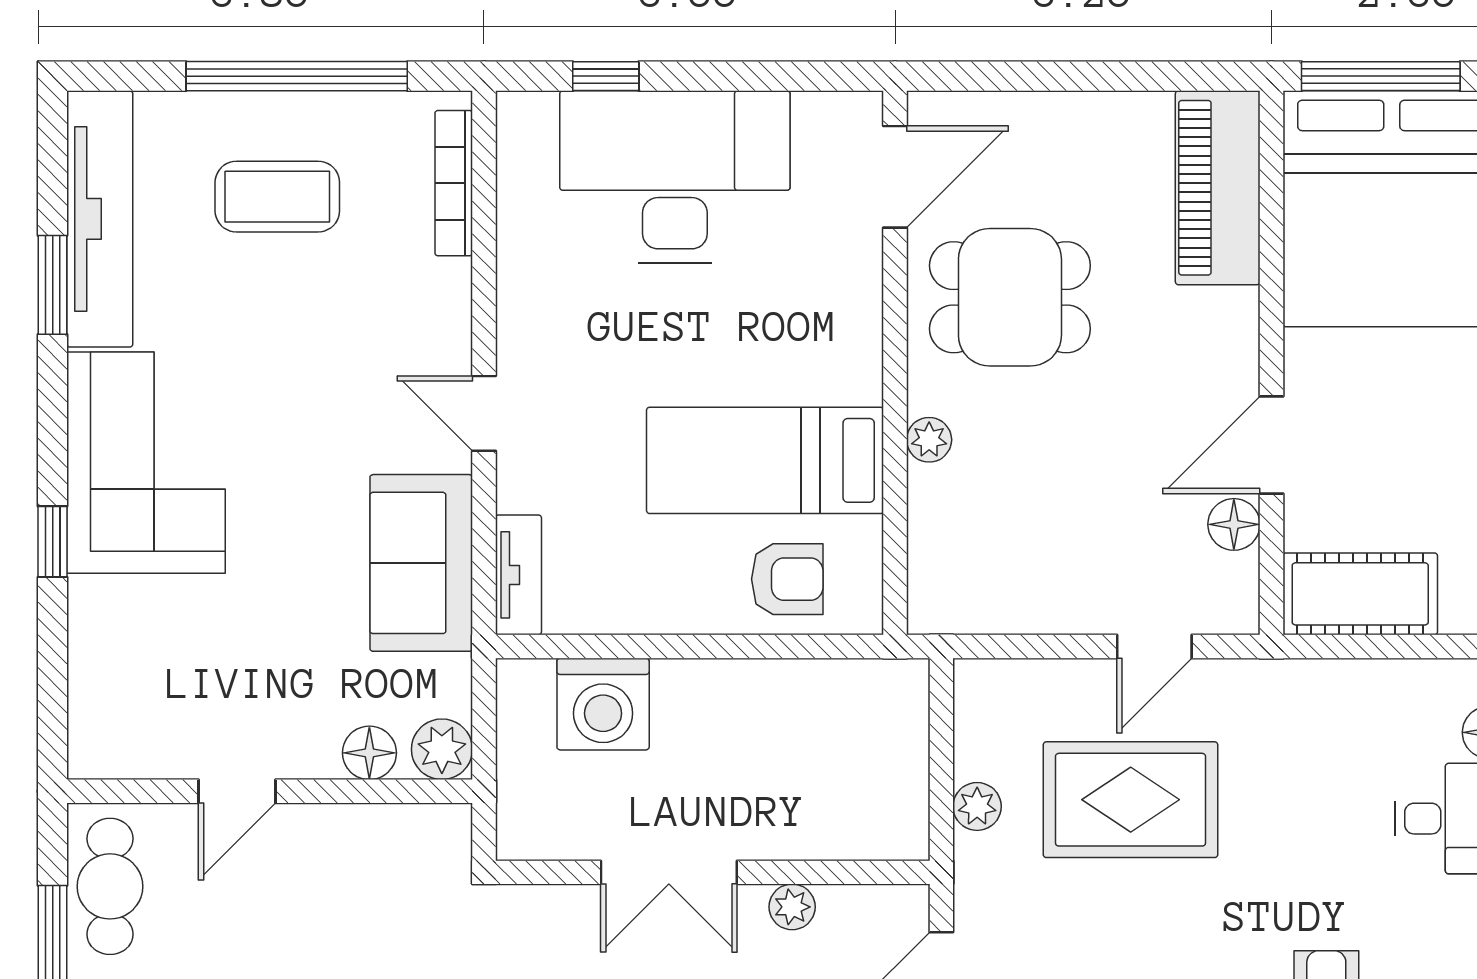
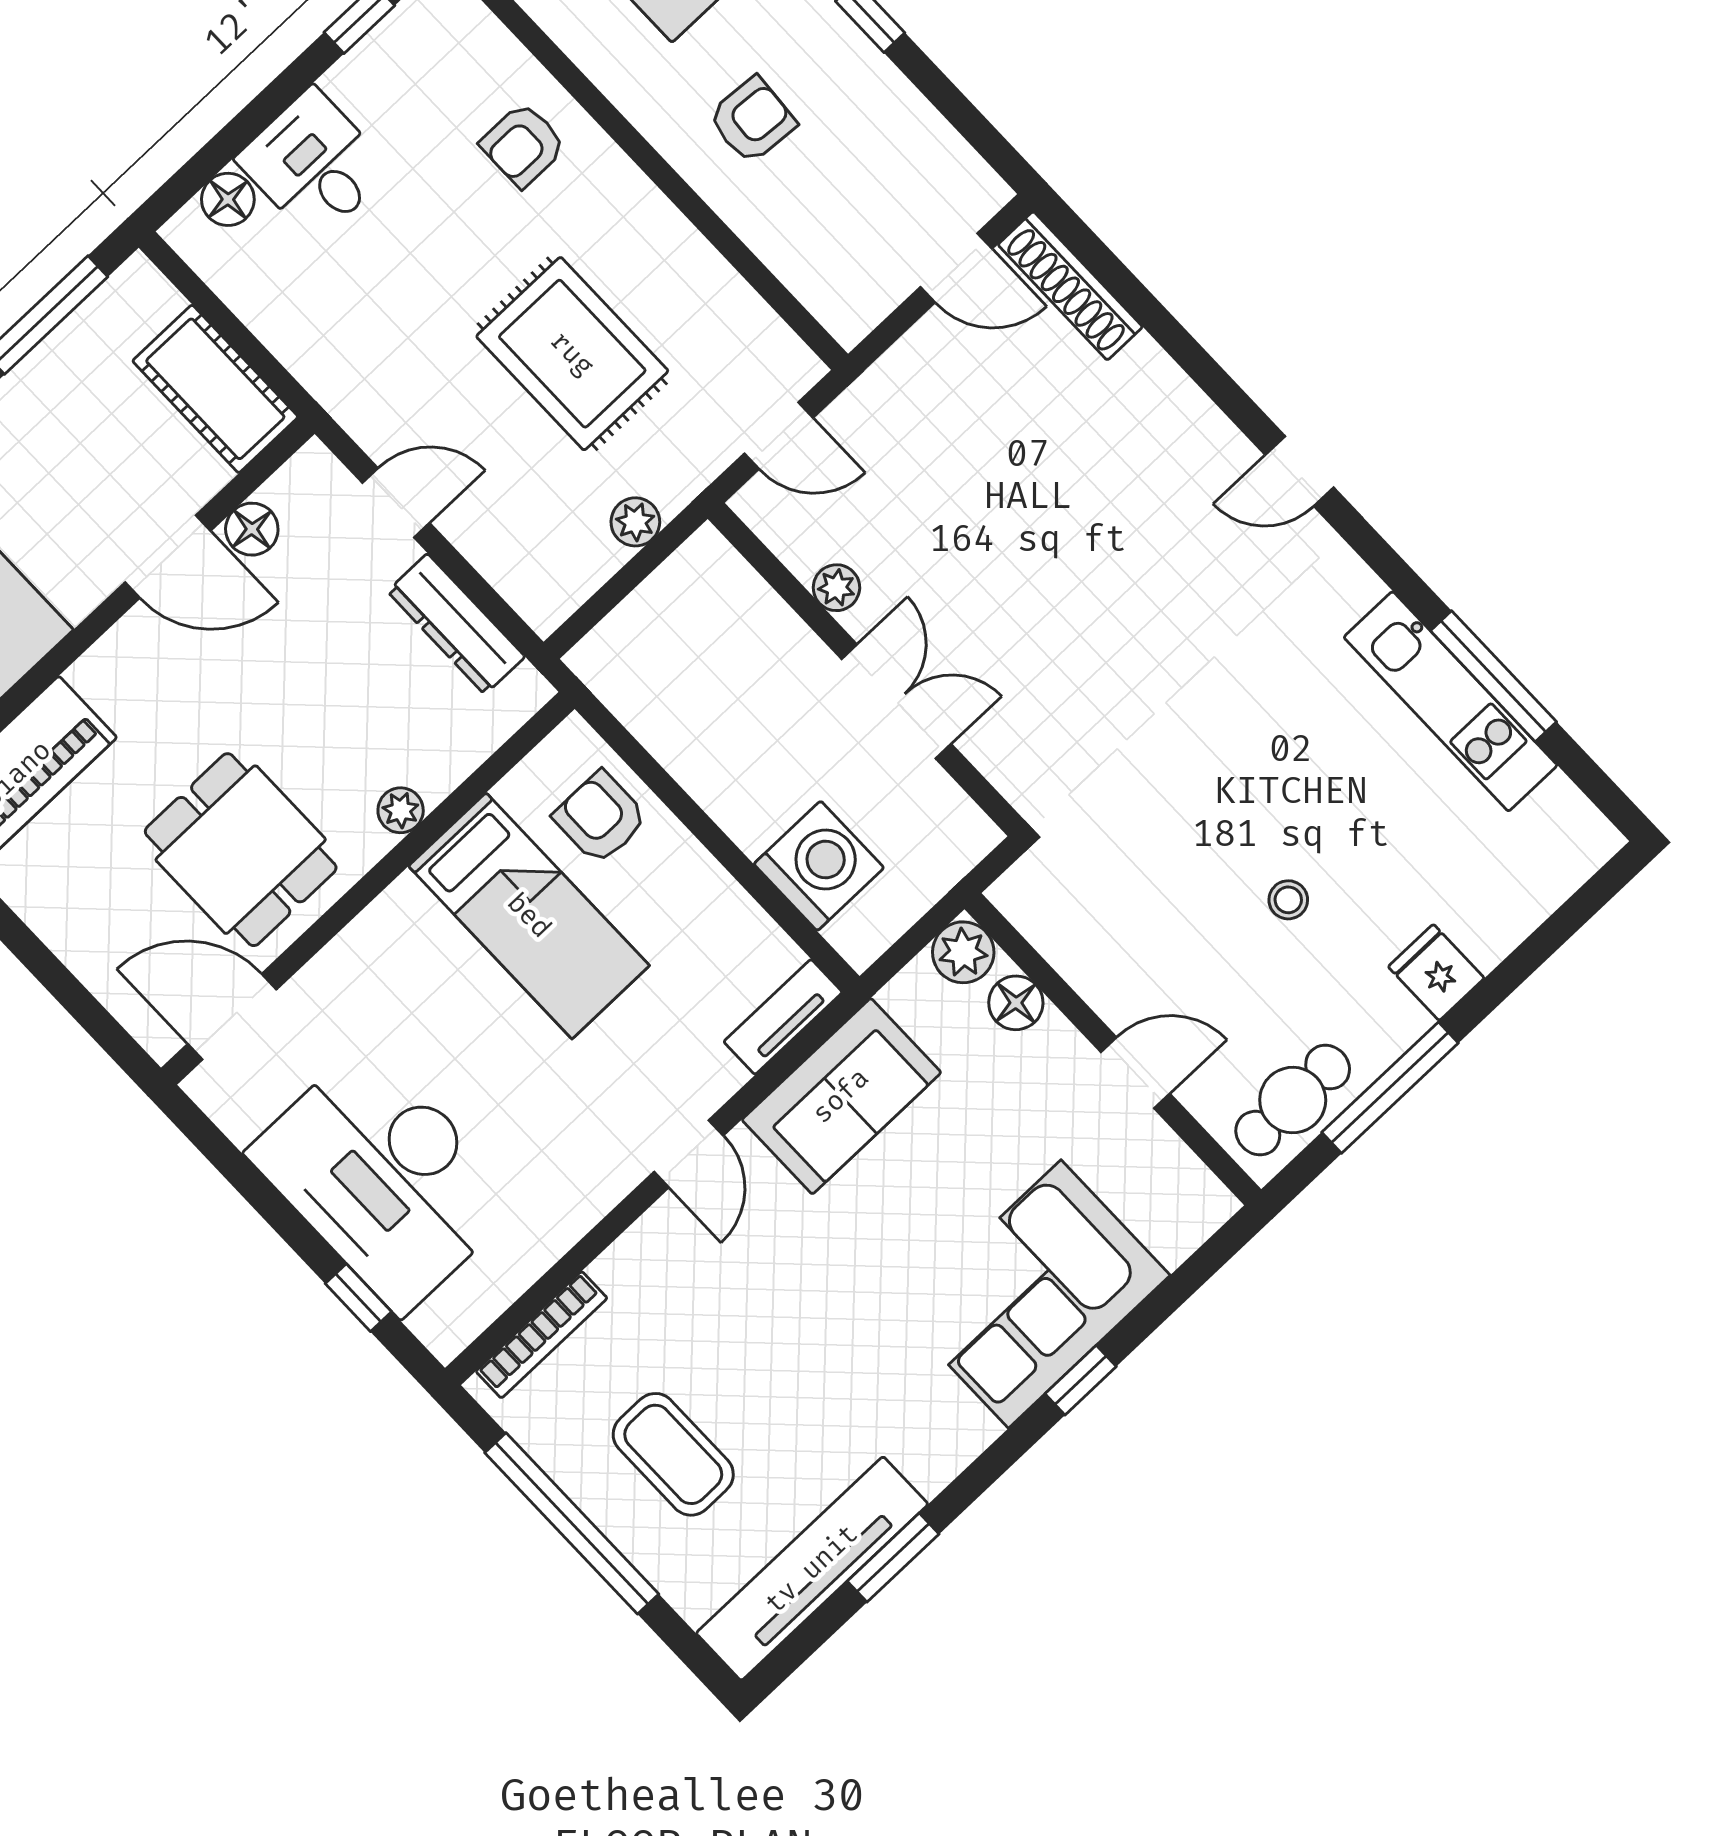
corner sofa: (146, 463) -> (1035, 1294), moved
dresser: (1026, 607) -> (456, 624), added
rug: (1131, 800) -> (572, 354), moved

